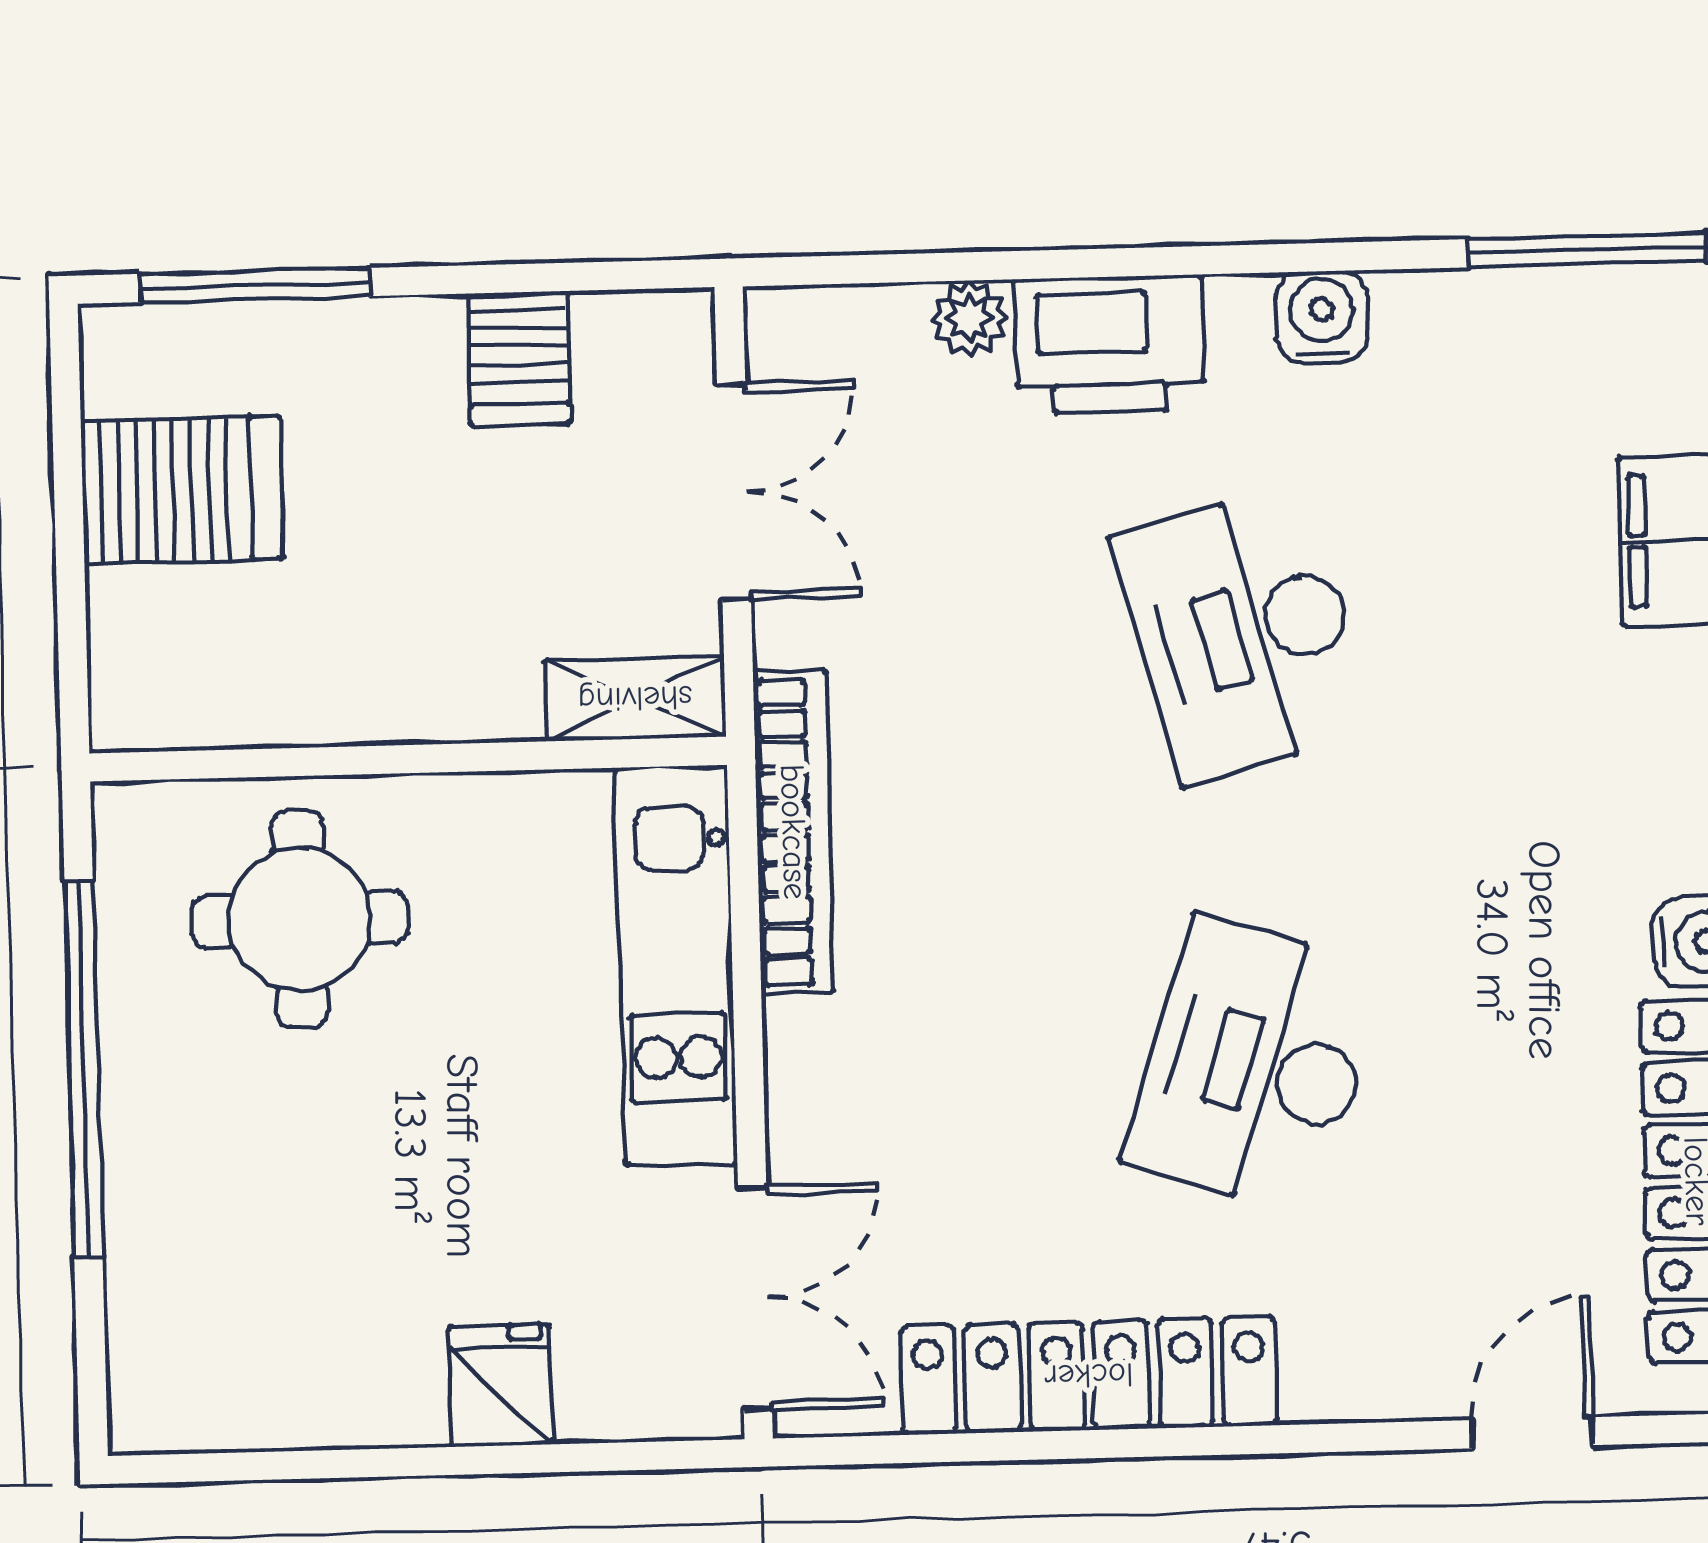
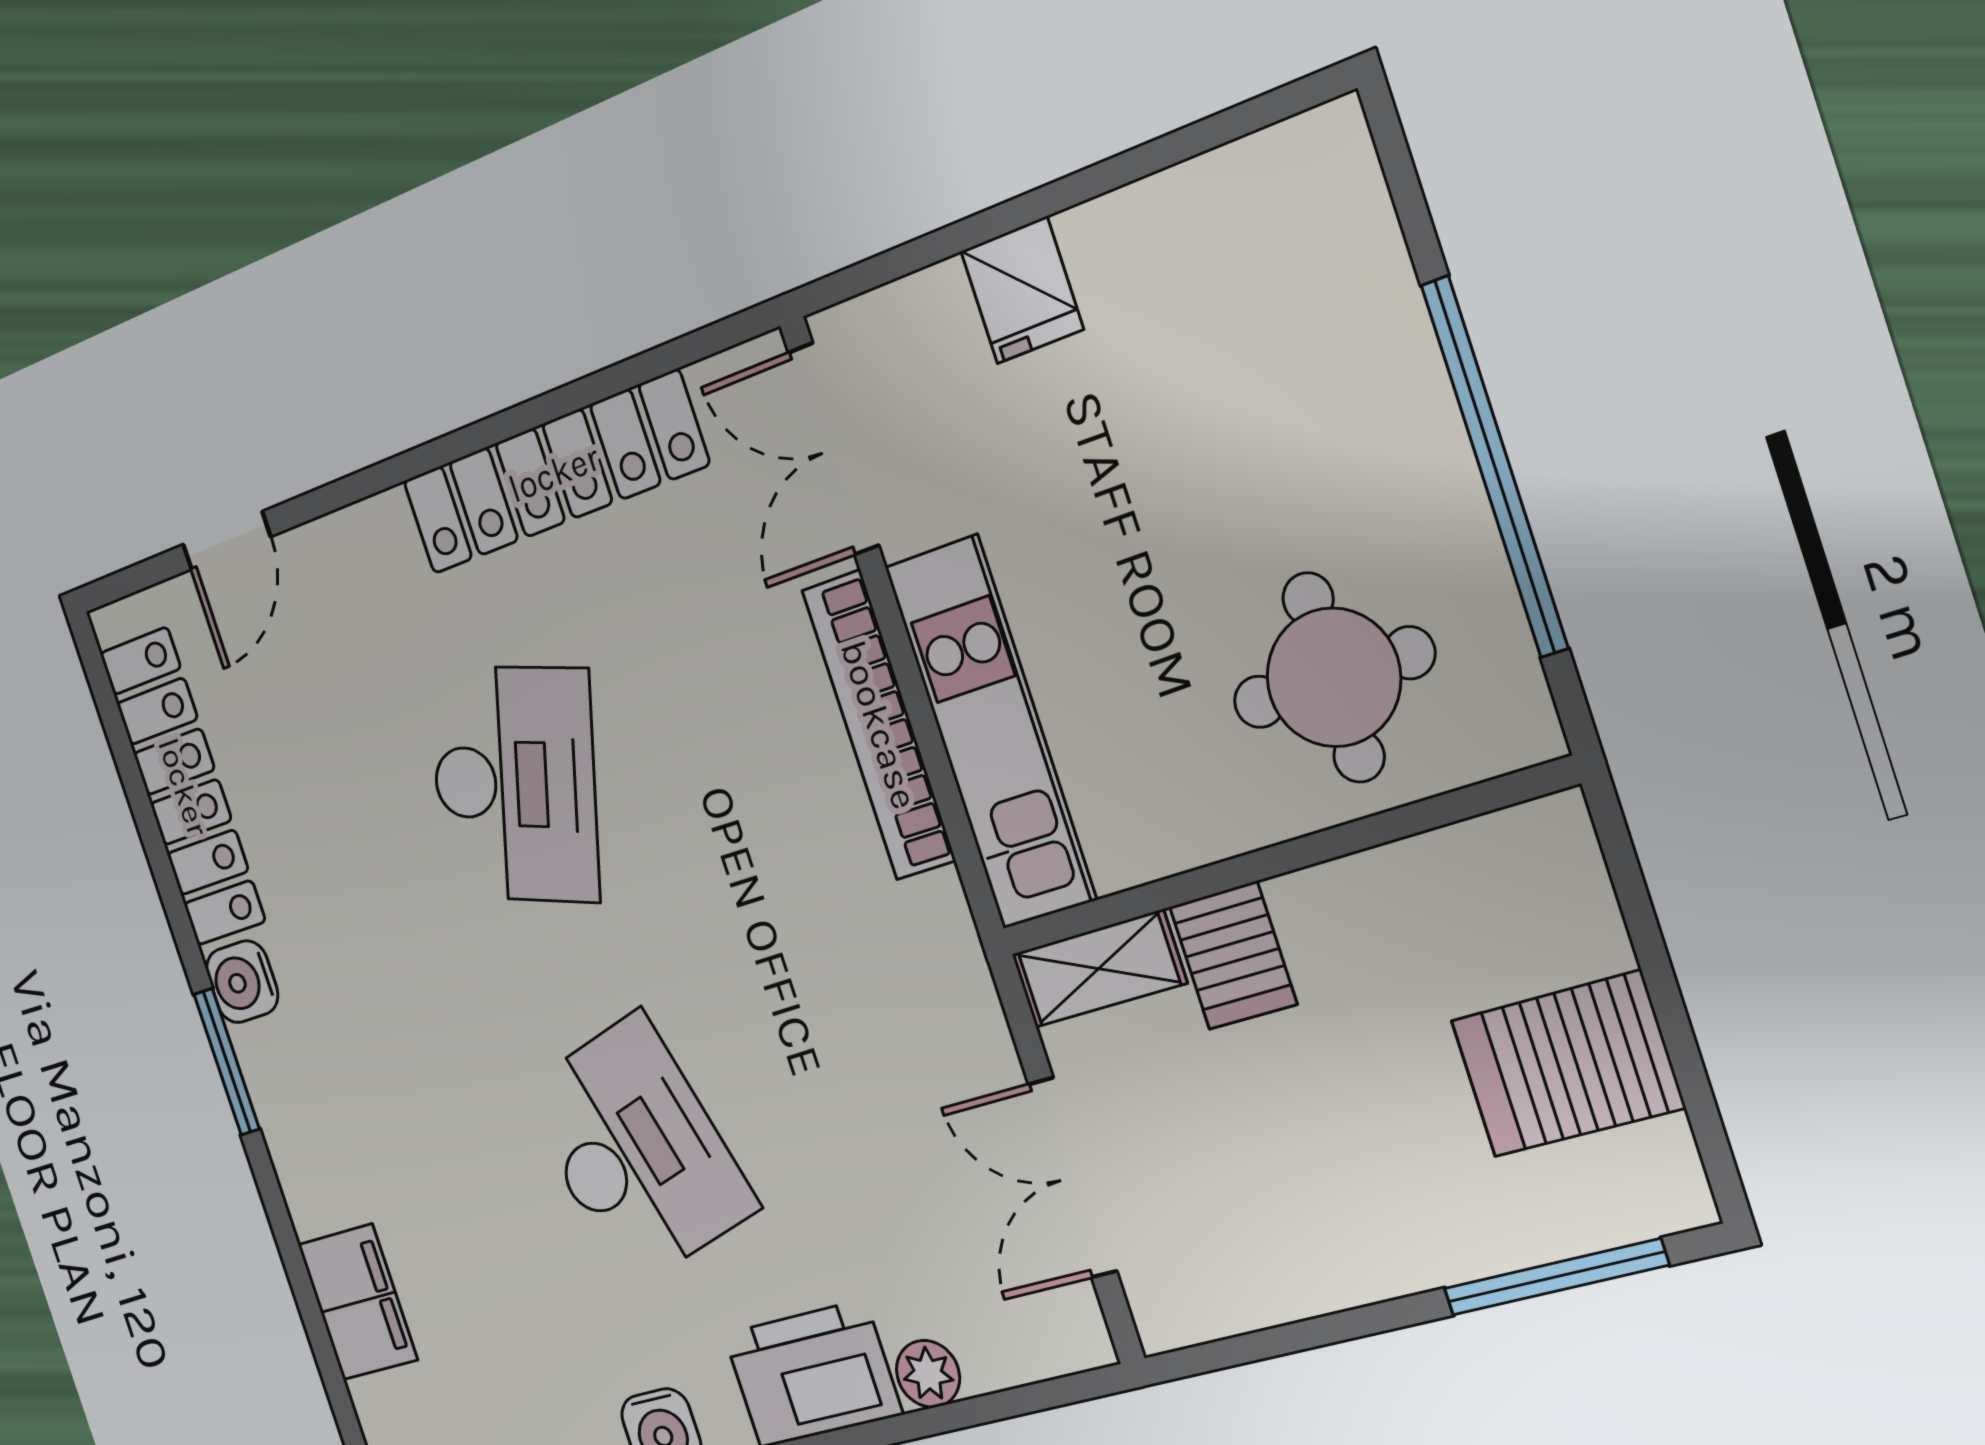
server rack: (518, 359) -> (1233, 955), moved, turned 180
bookcase: (794, 832) -> (879, 725), moved

